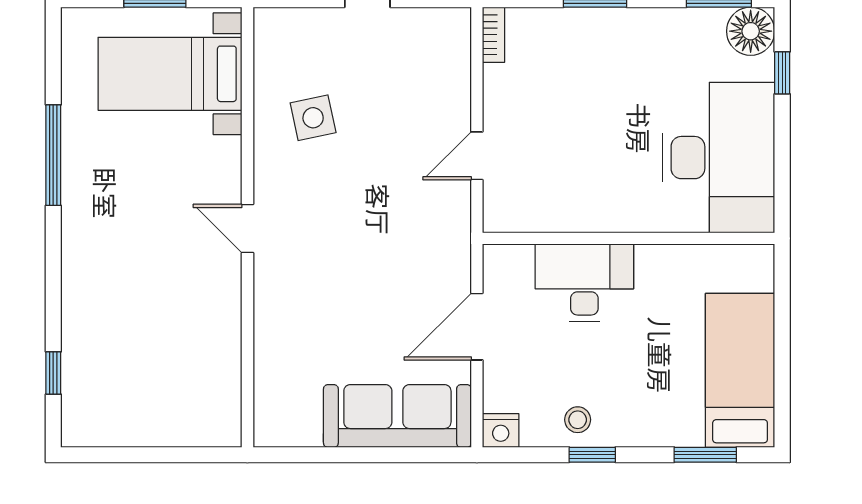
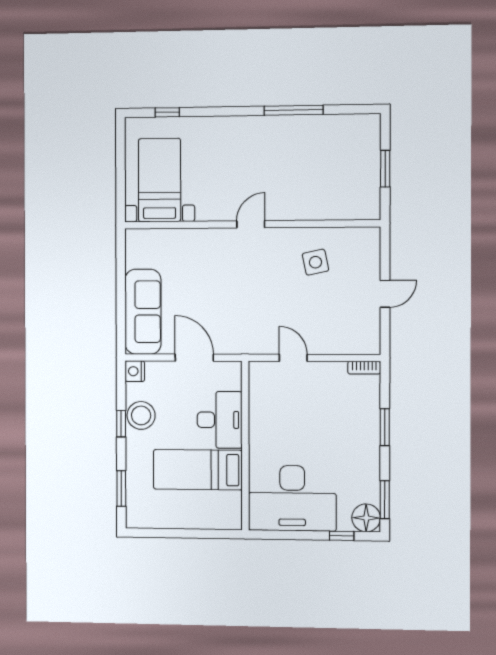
bed with nightstands: (170, 74) -> (159, 180), moved
bed: (740, 370) -> (198, 470), moved, turned 180
stool: (578, 420) -> (141, 415), width x1.89, depth x1.89

